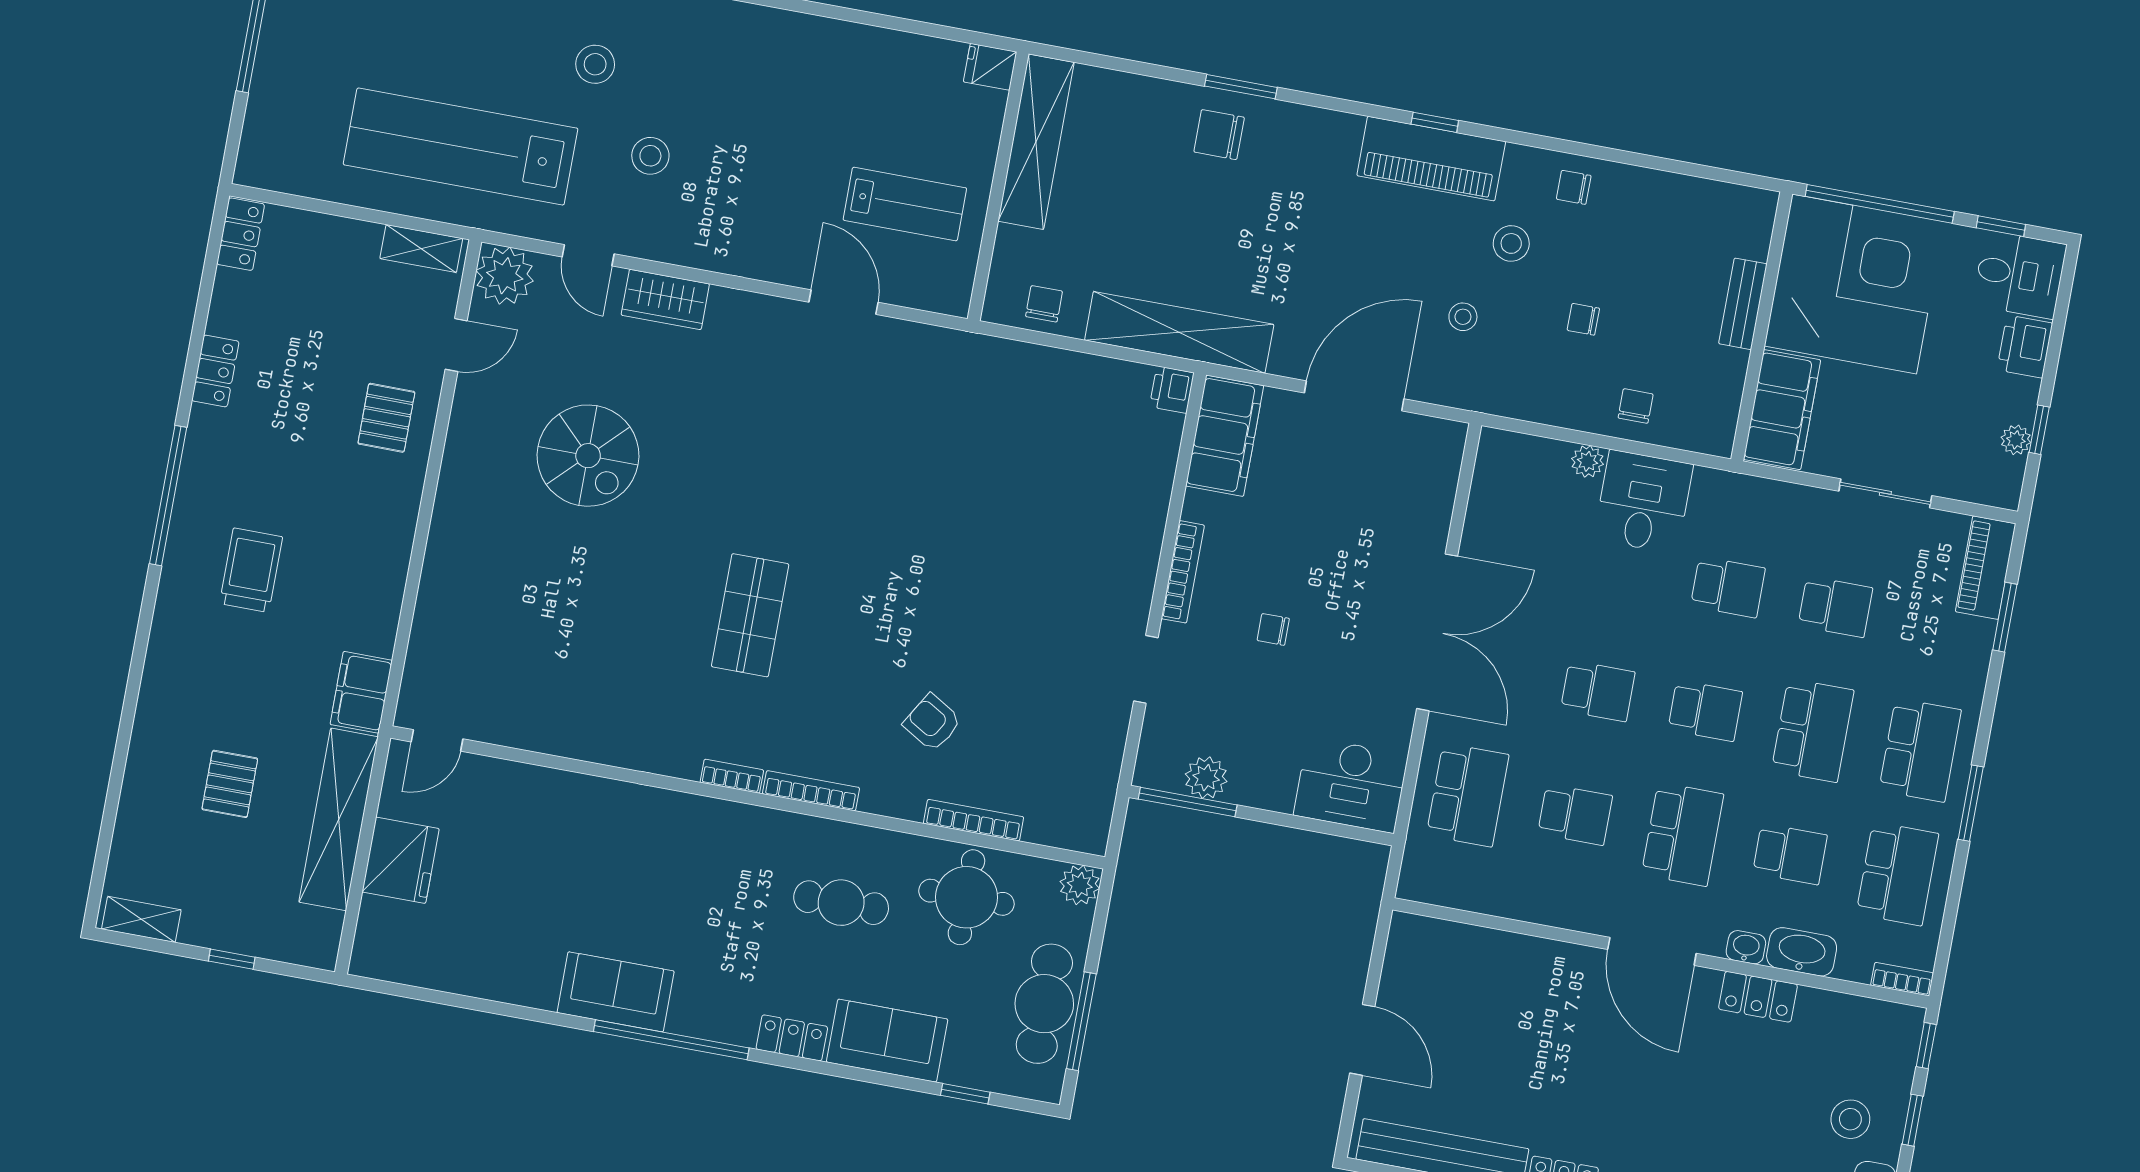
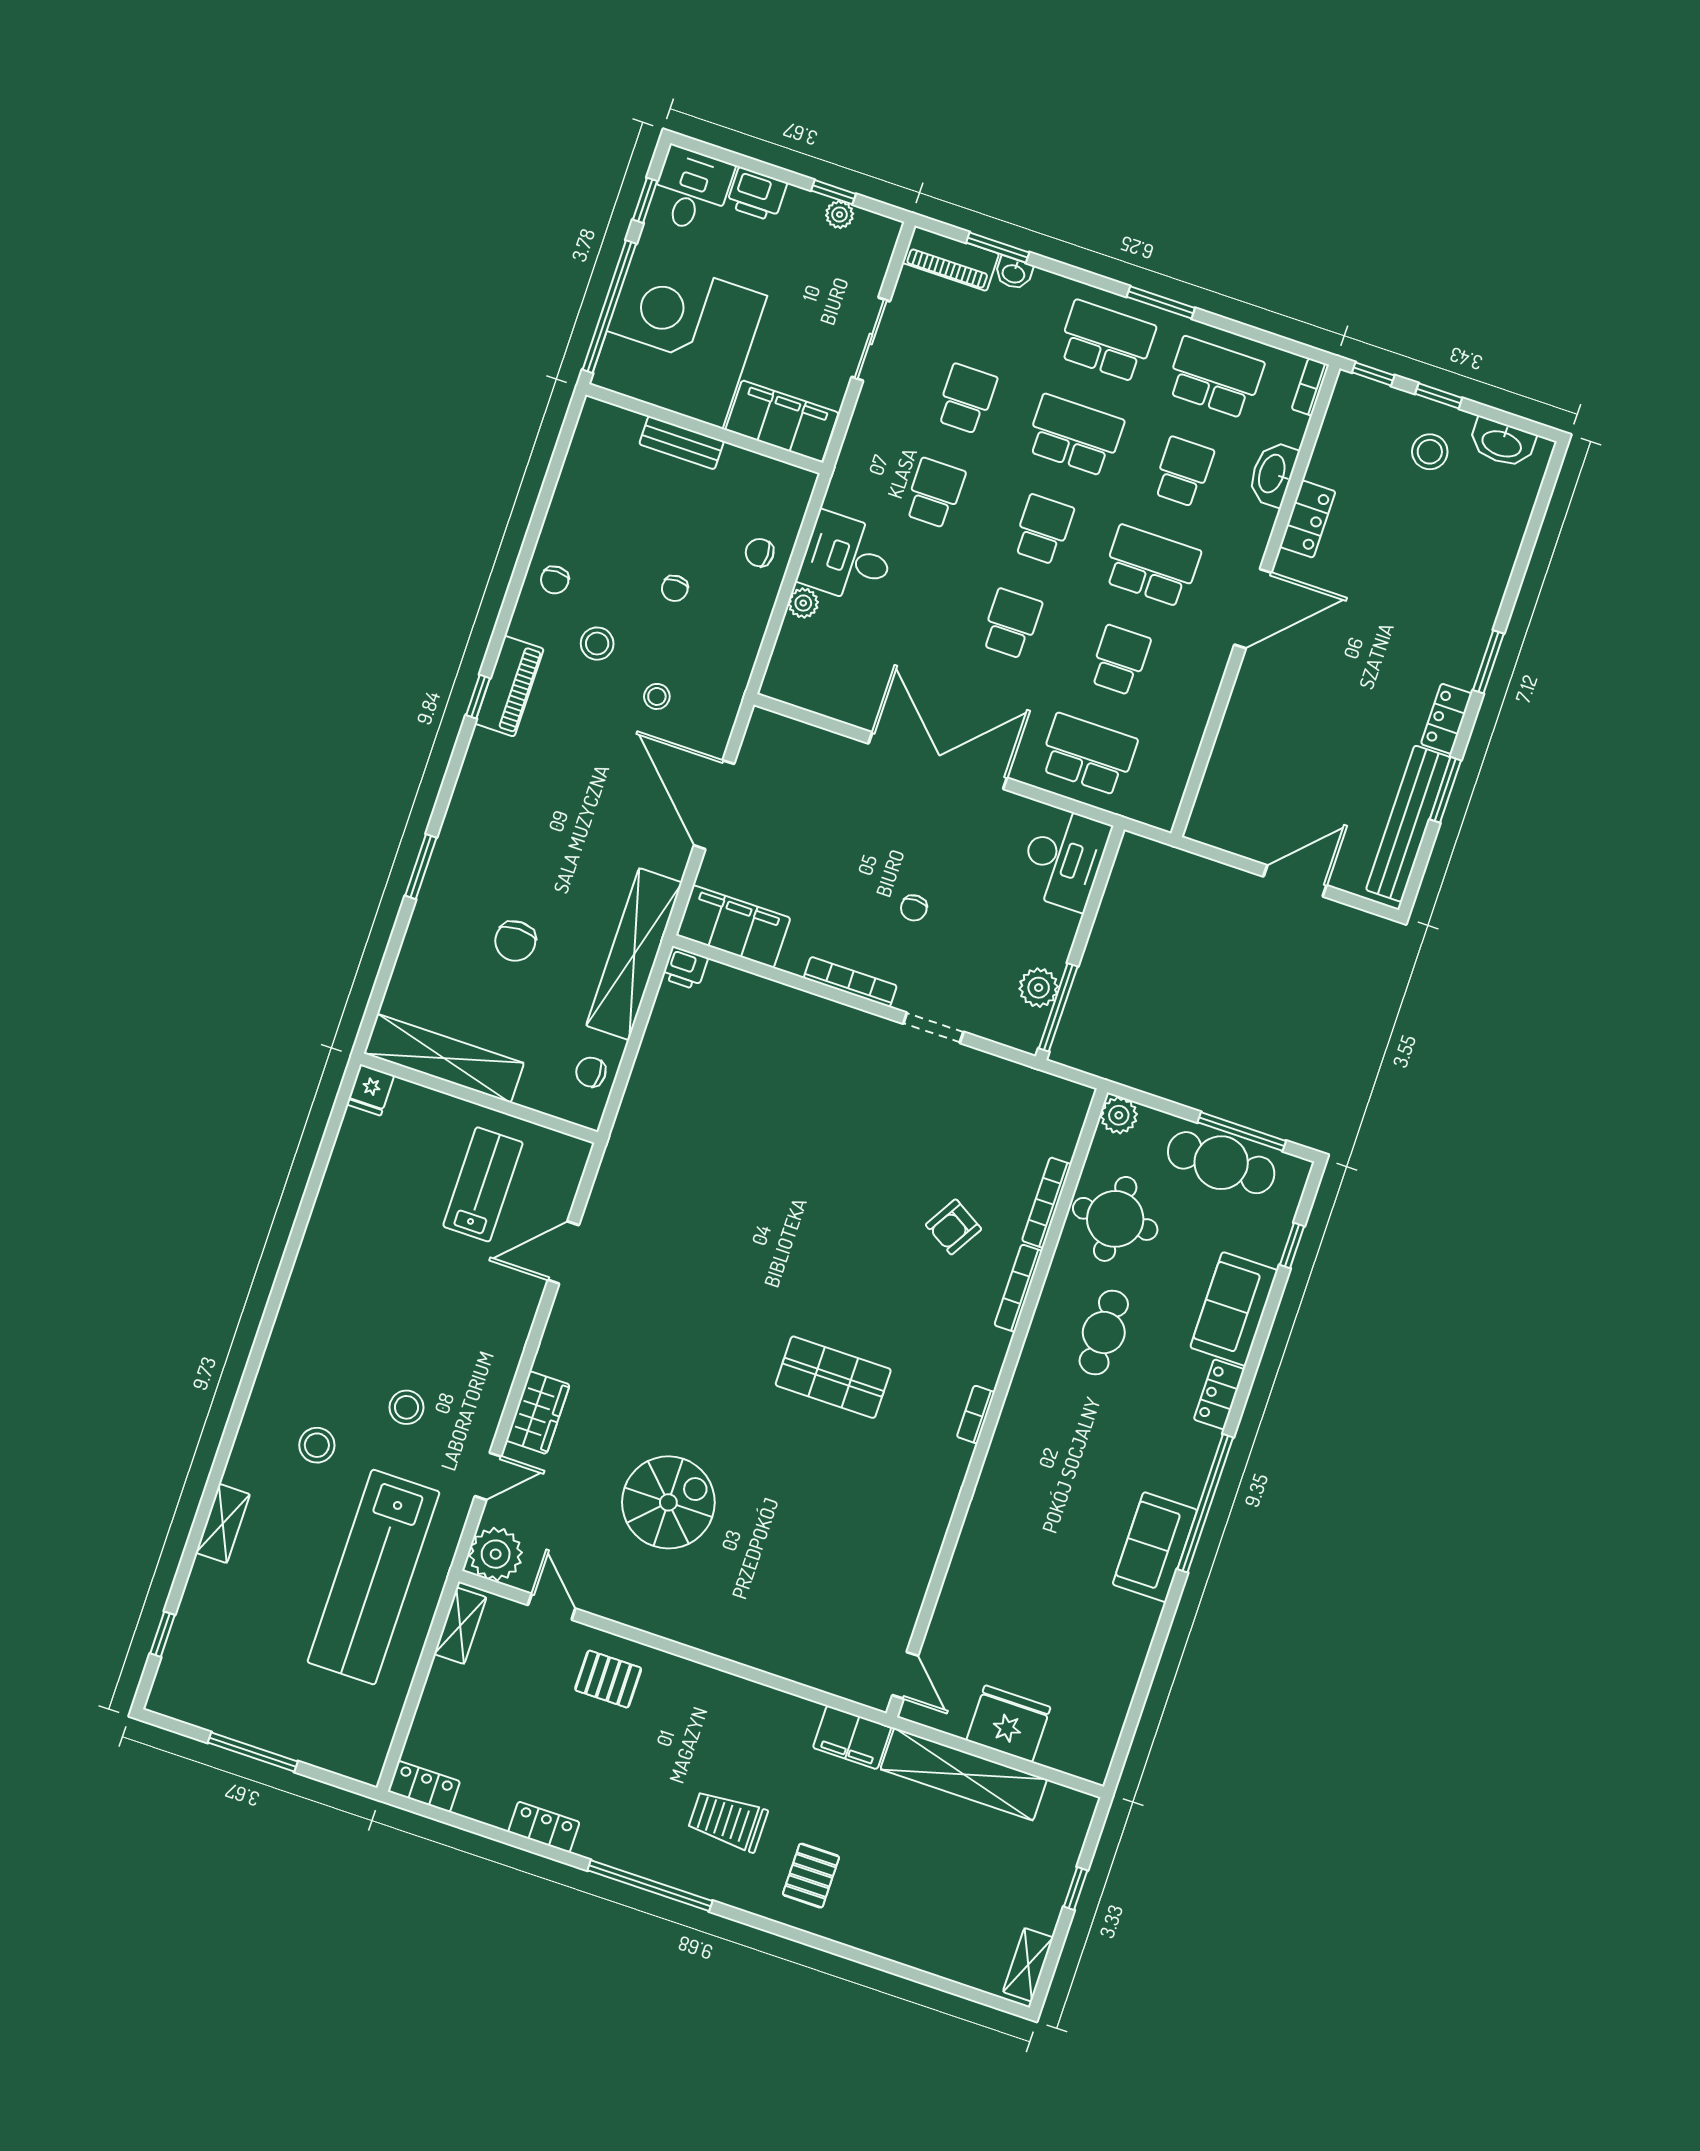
chair: (1219, 135) -> (515, 941), moved
piano: (1431, 159) -> (509, 686), width x0.73, depth x0.75
pallet: (230, 784) -> (811, 1876), moved, turned 90
bookcase: (811, 791) -> (1018, 1288), moved
washbasin: (1746, 947) -> (1014, 273), moved, turned -90

